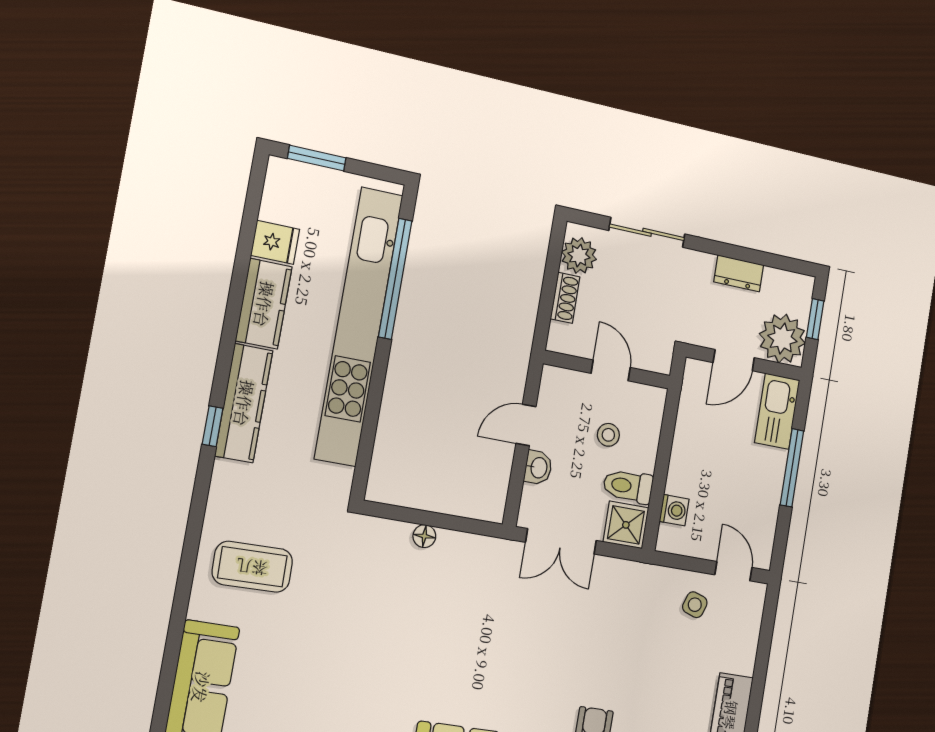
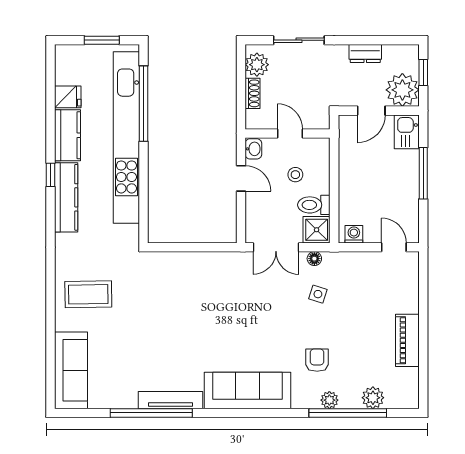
window: (317, 158) -> (102, 40), moved
kitchen sink: (777, 411) -> (407, 132), width x0.73
door: (526, 425) -> (241, 178), swing flipped
window: (213, 426) -> (50, 175), moved
washbasin: (538, 468) -> (253, 149), moved
washing machine: (674, 510) -> (354, 234), moved, turned -90
floor lamp: (424, 536) -> (314, 259), moved
side table: (695, 605) -> (318, 294), moved

